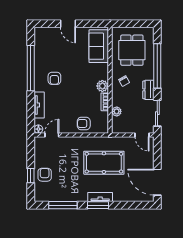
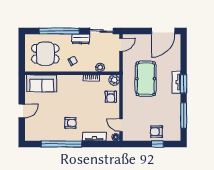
plant: (102, 86) -> (114, 80), moved

